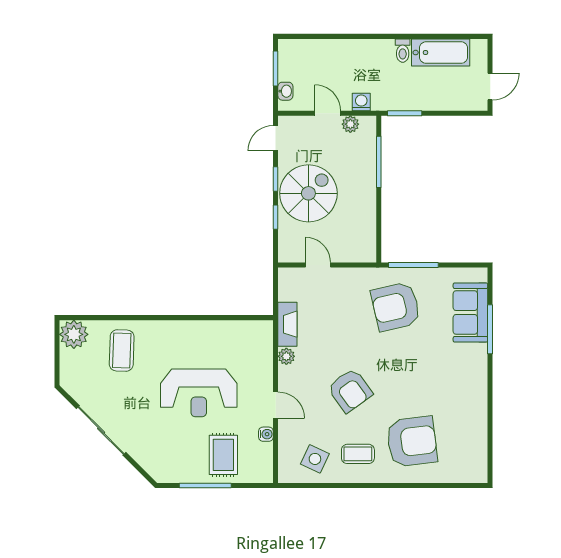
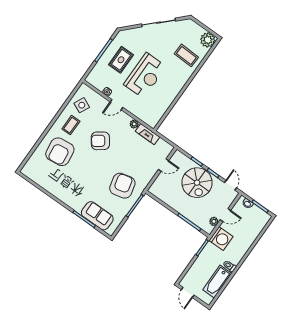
washing machine: (361, 102) -> (221, 238), width x1.89, depth x1.89
reception desk: (199, 393) -> (145, 76), turned 180
rug: (223, 455) -> (121, 60), moved, turned 90

